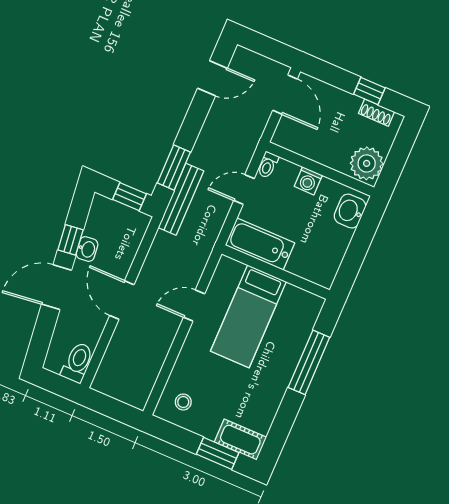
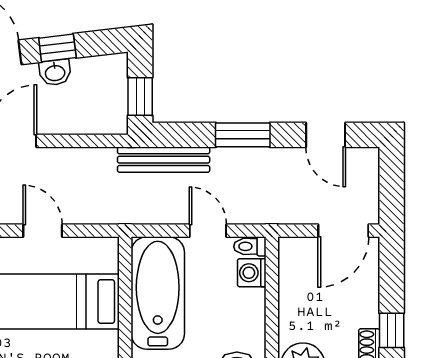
window: (174, 168) -> (243, 135), moved
washing machine: (308, 181) -> (252, 273), moved
bathtub: (260, 244) -> (158, 293), width x1.36, depth x1.36

